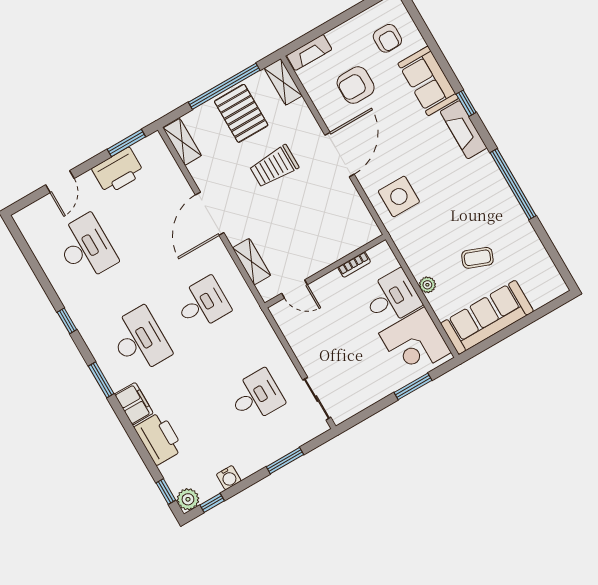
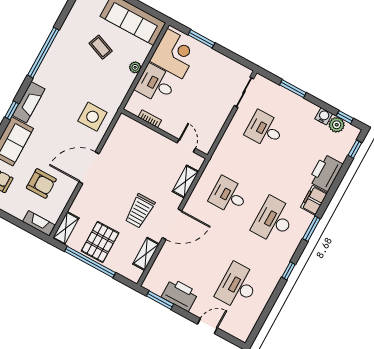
shelving: (182, 142) -> (146, 254), moved
trolley: (274, 166) -> (140, 211), moved, turned 90
plant: (188, 499) -> (337, 125), moved

